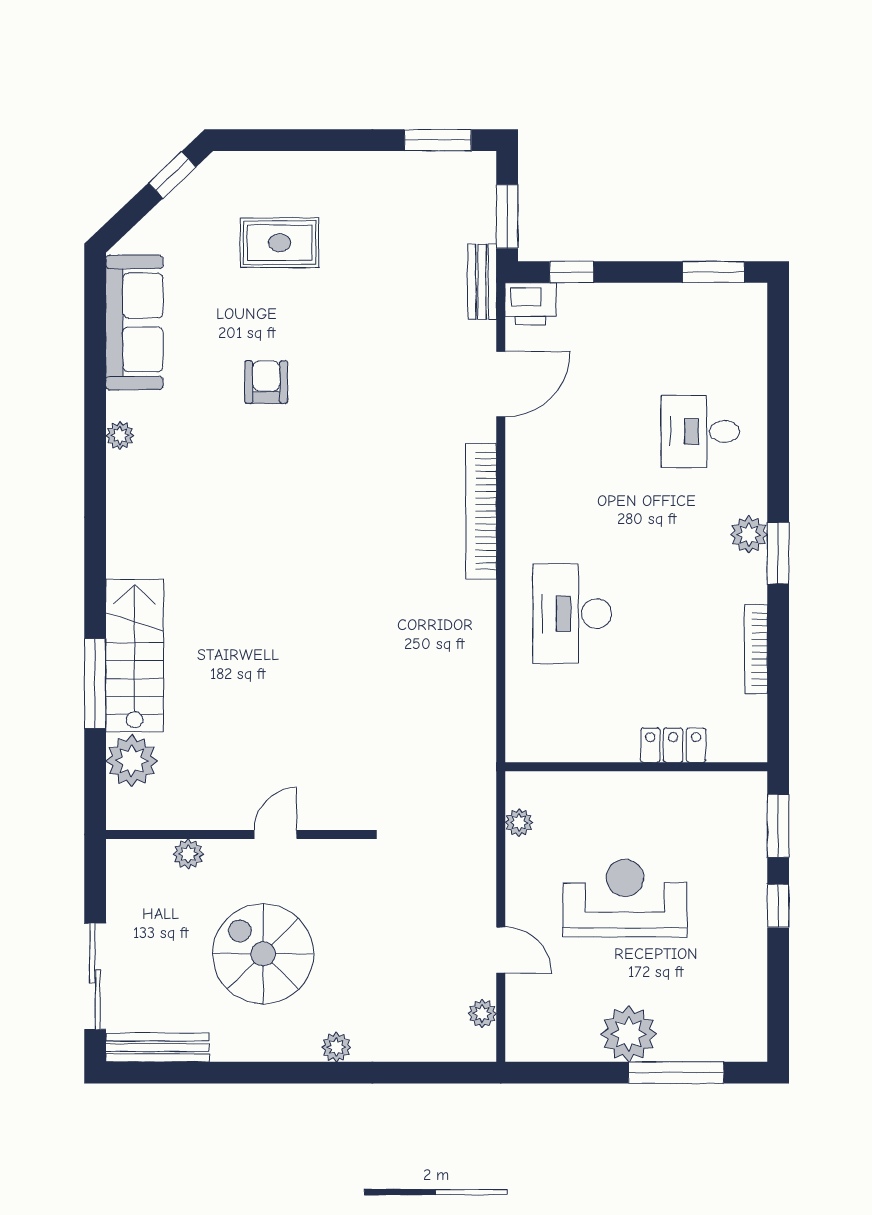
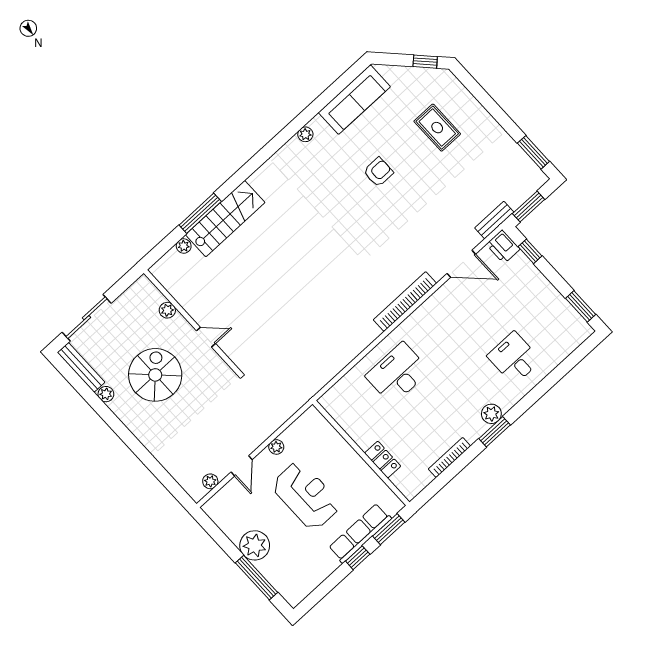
plant: (132, 761) -> (184, 246), width x0.53, depth x0.53
plant: (519, 822) -> (276, 447), moved
row of seats: (747, 871) -> (360, 533), added
plant: (336, 1047) -> (106, 394), moved

